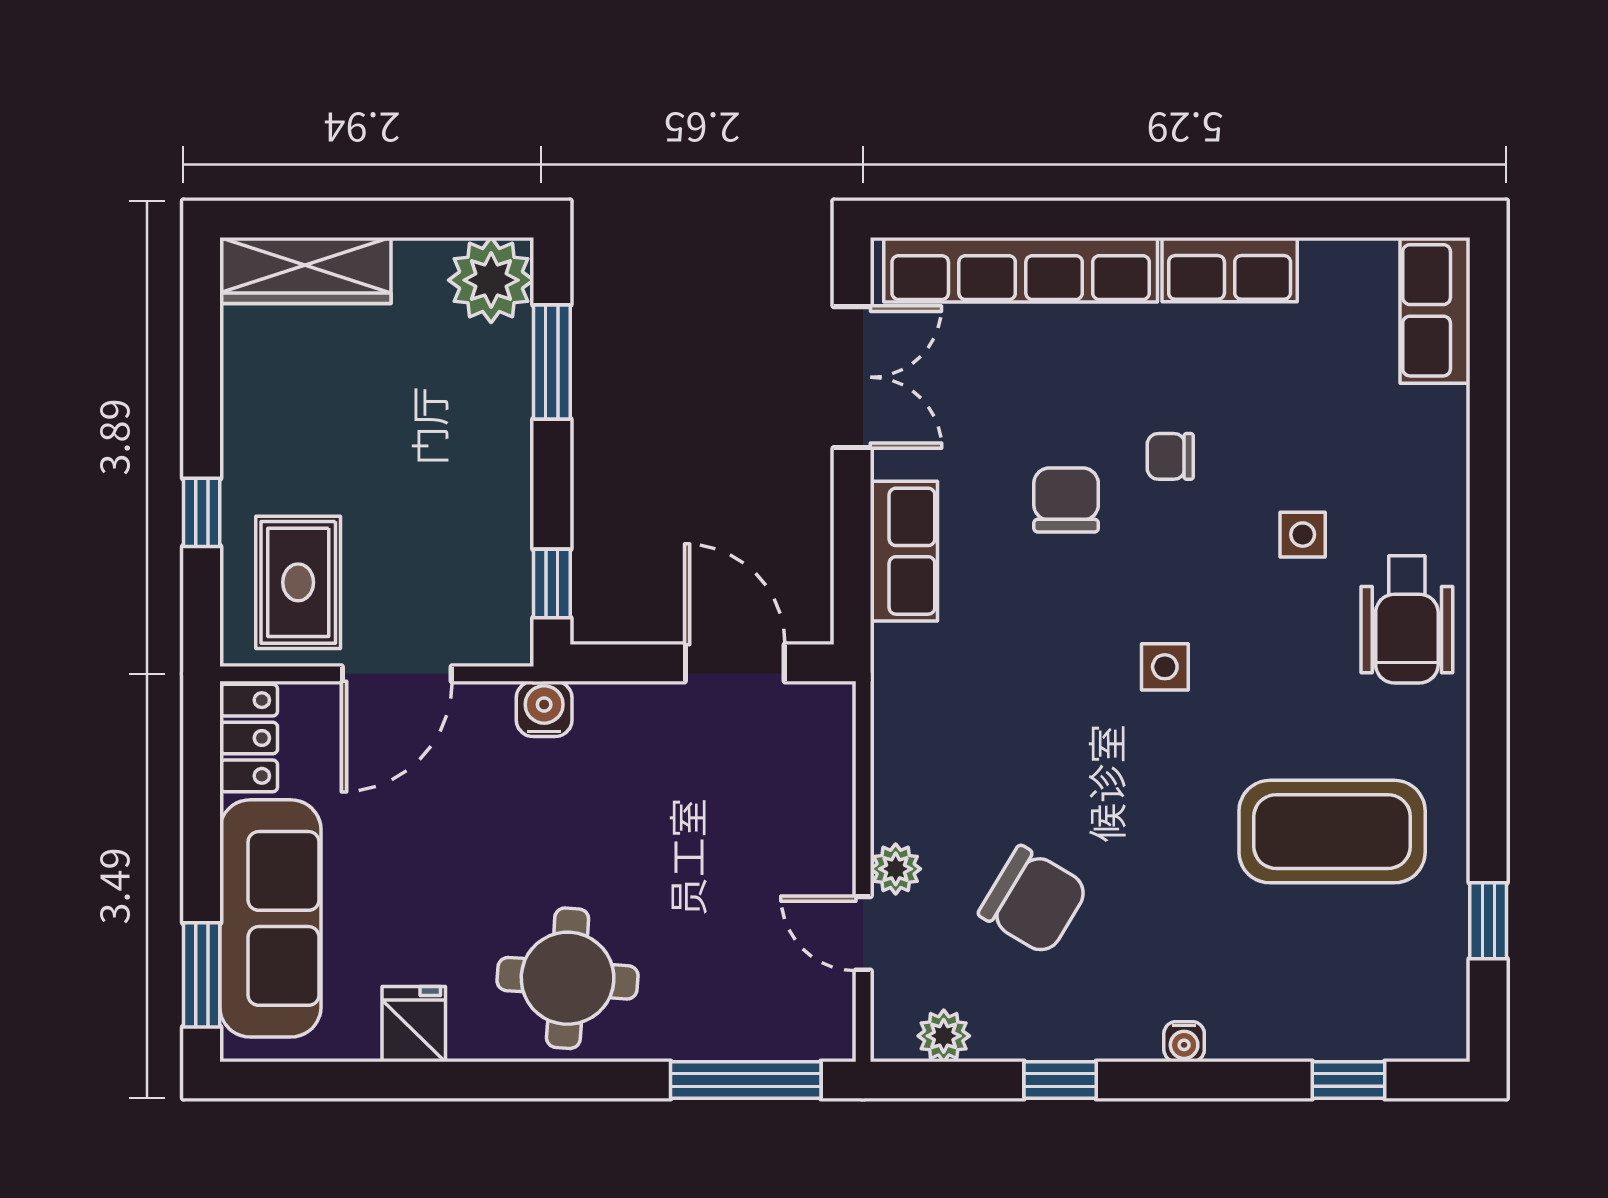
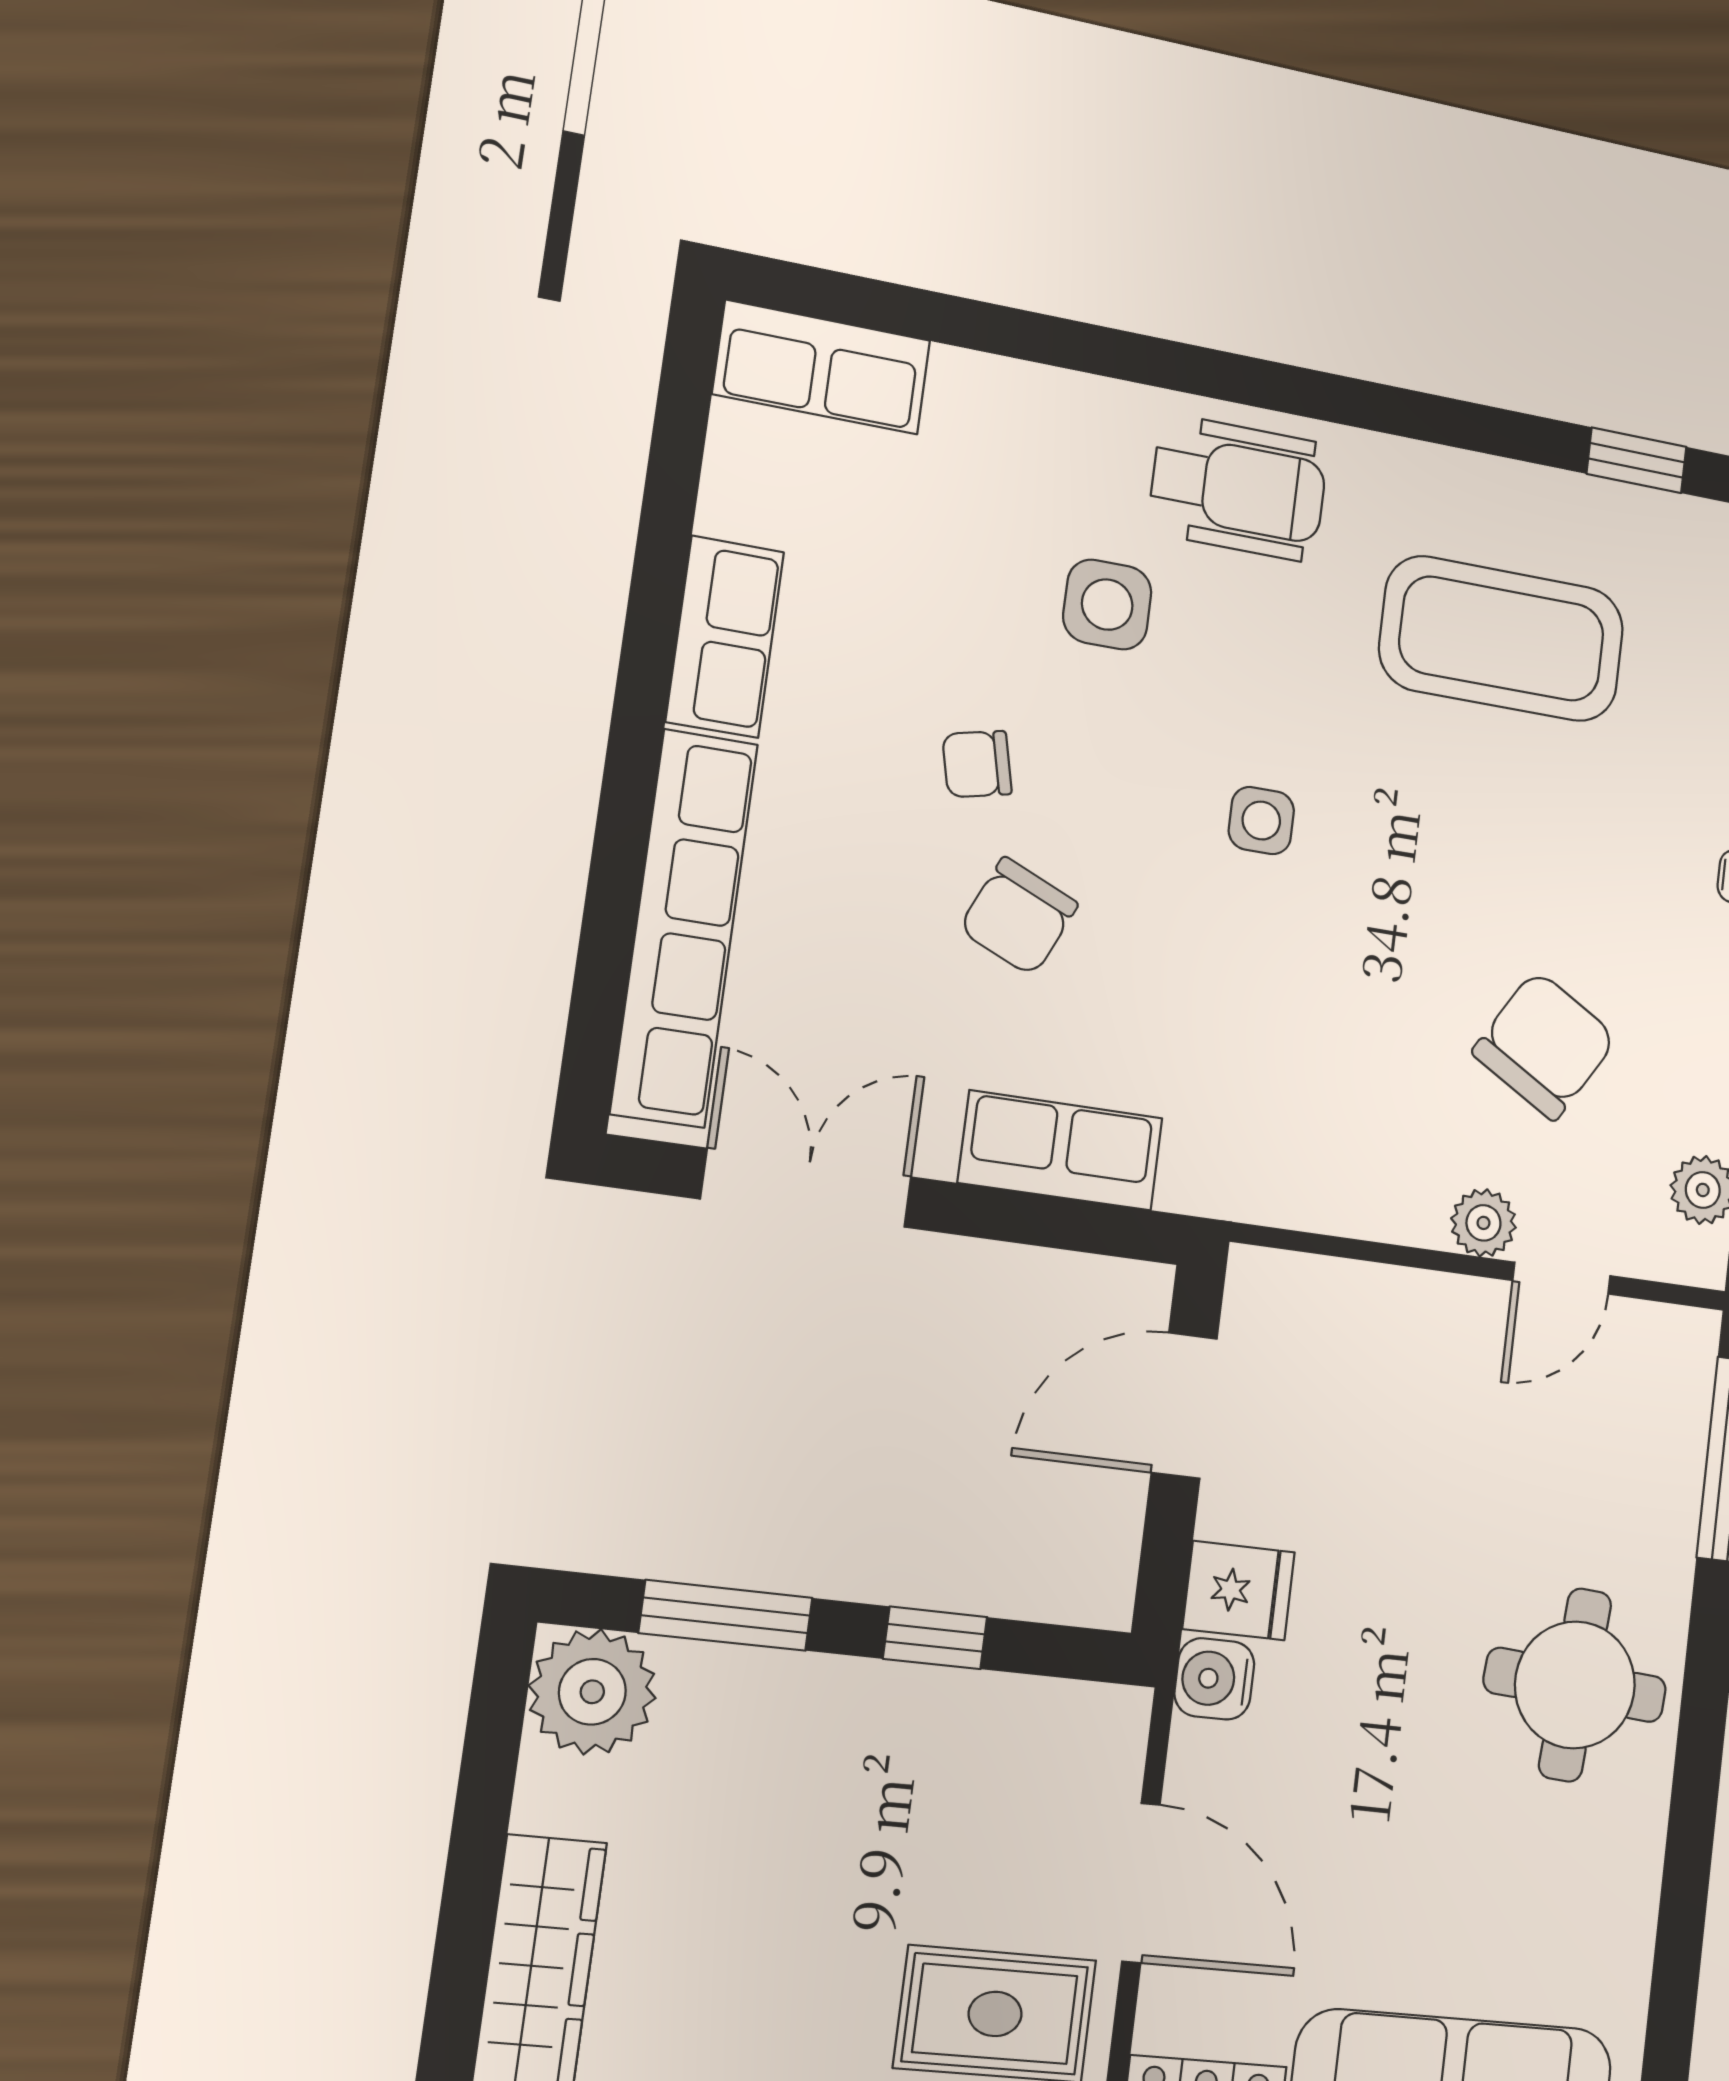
chair: (1170, 456) -> (977, 764), turned 77
chair: (1066, 500) -> (1019, 917), turned -66
side table: (1303, 535) -> (1107, 605), width x1.37, depth x1.37
window: (552, 583) -> (935, 1638), moved
coffee table: (1332, 832) -> (1502, 639), turned 90
fridge: (414, 1024) -> (1239, 1591), moved, turned 180

